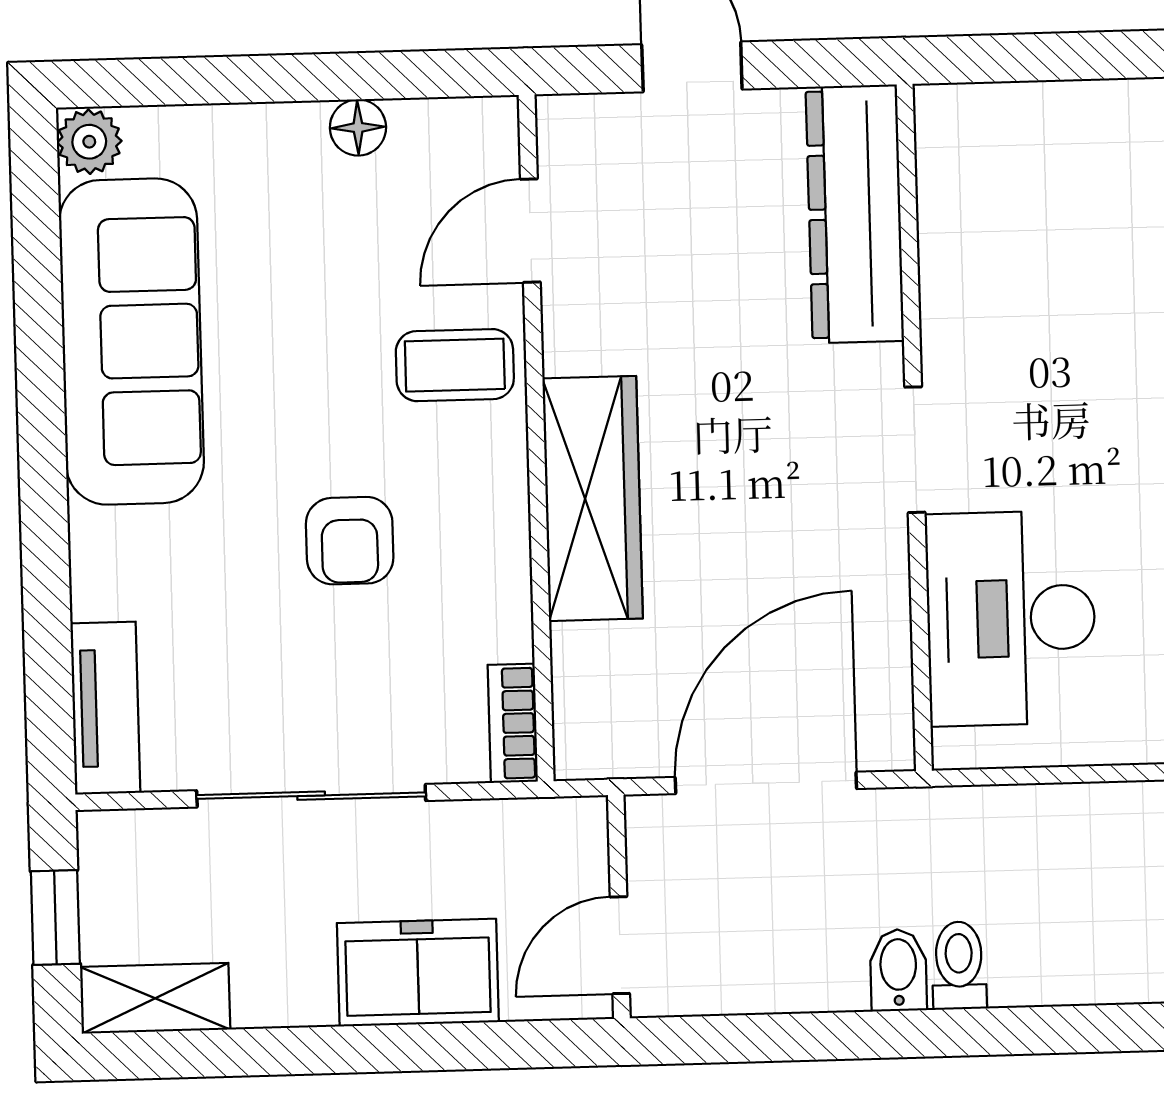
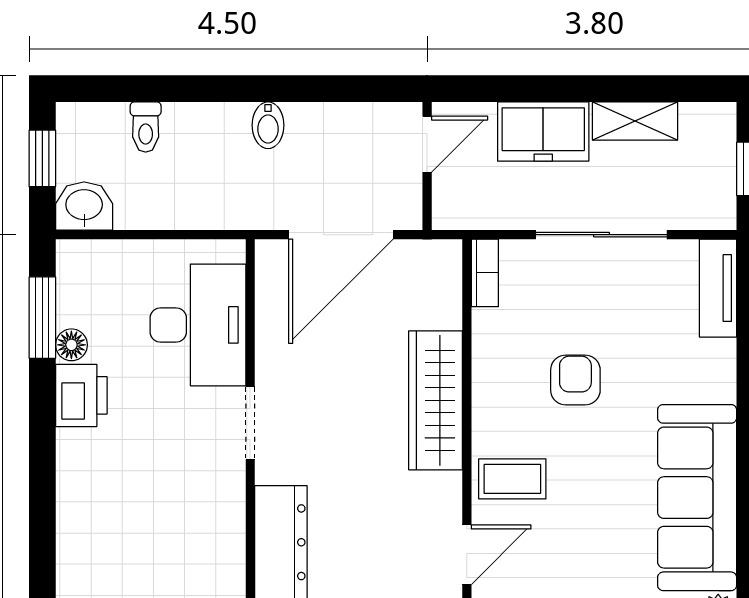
toilet: (959, 966) -> (146, 127), moved
shelving: (155, 998) -> (635, 121), moved

